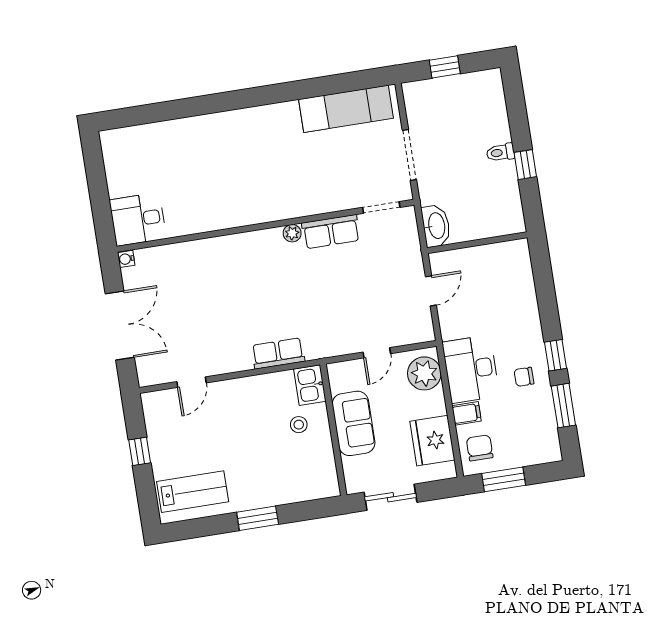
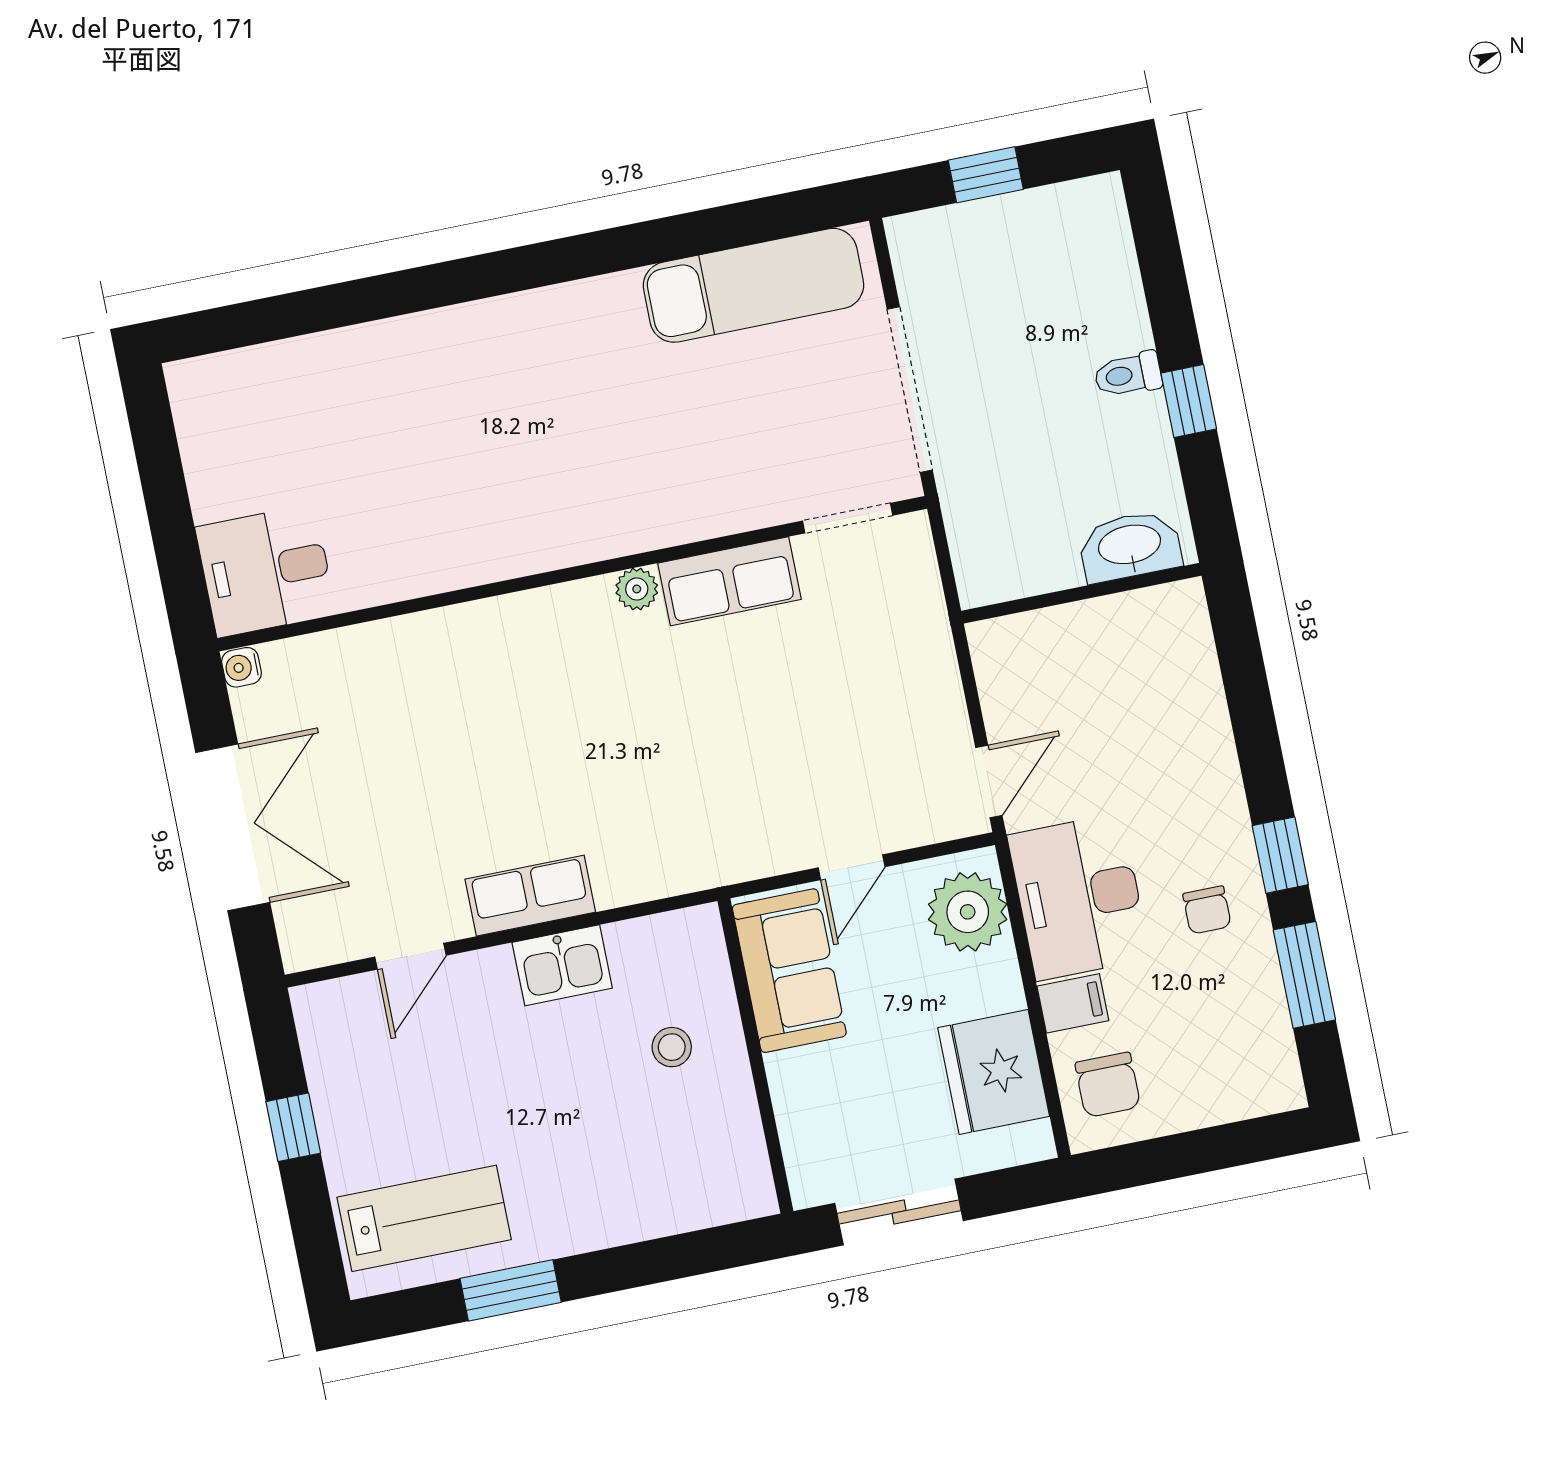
doorway: (409, 155) -> (910, 390), width x1.36
washbasin: (436, 226) -> (1130, 546), moved, turned -90
door: (431, 291) -> (989, 782), moved
row of seats: (278, 353) -> (530, 896), moved
chair: (524, 377) -> (1207, 910), turned -90
kitchen sink: (310, 385) -> (562, 965), moved, turned -90
sofa: (354, 423) -> (789, 971), moved
chair: (480, 448) -> (1108, 1085), turned 180
window: (504, 479) -> (1169, 1158), removed
window: (258, 518) -> (511, 1290), moved

